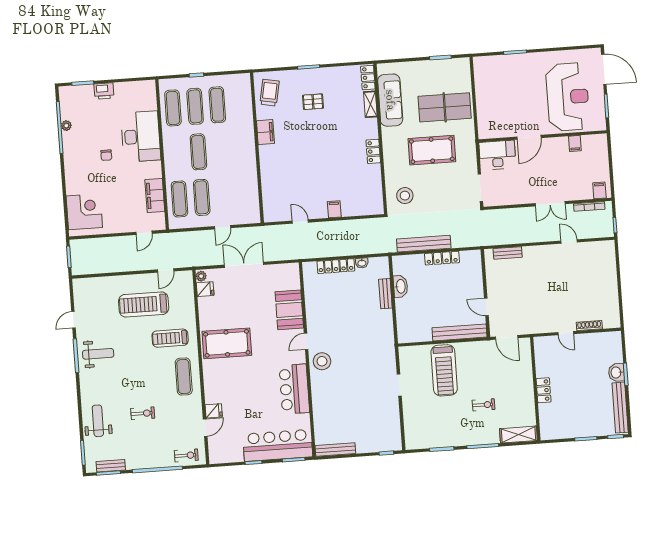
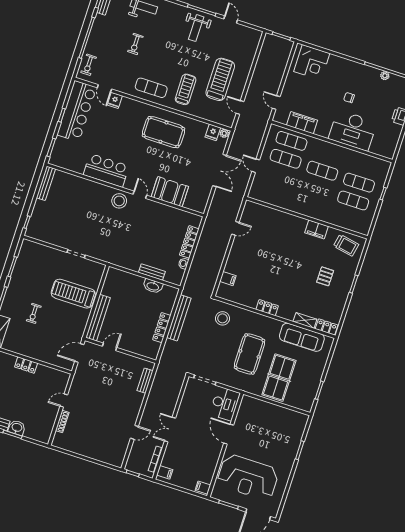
exercise mat: (173, 108) -> (365, 165), removed
filing cabinet: (575, 143) -> (203, 488), moved
filing cabinet: (334, 209) -> (228, 279), moved
pool table: (227, 343) -> (163, 132), turned 90
bar counter: (278, 445) -> (77, 111), moved

